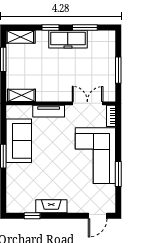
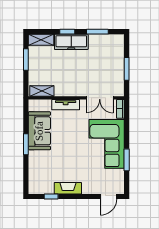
freezer: (68, 39) -> (71, 42), moved
double door: (87, 103) -> (100, 98), swing flipped

